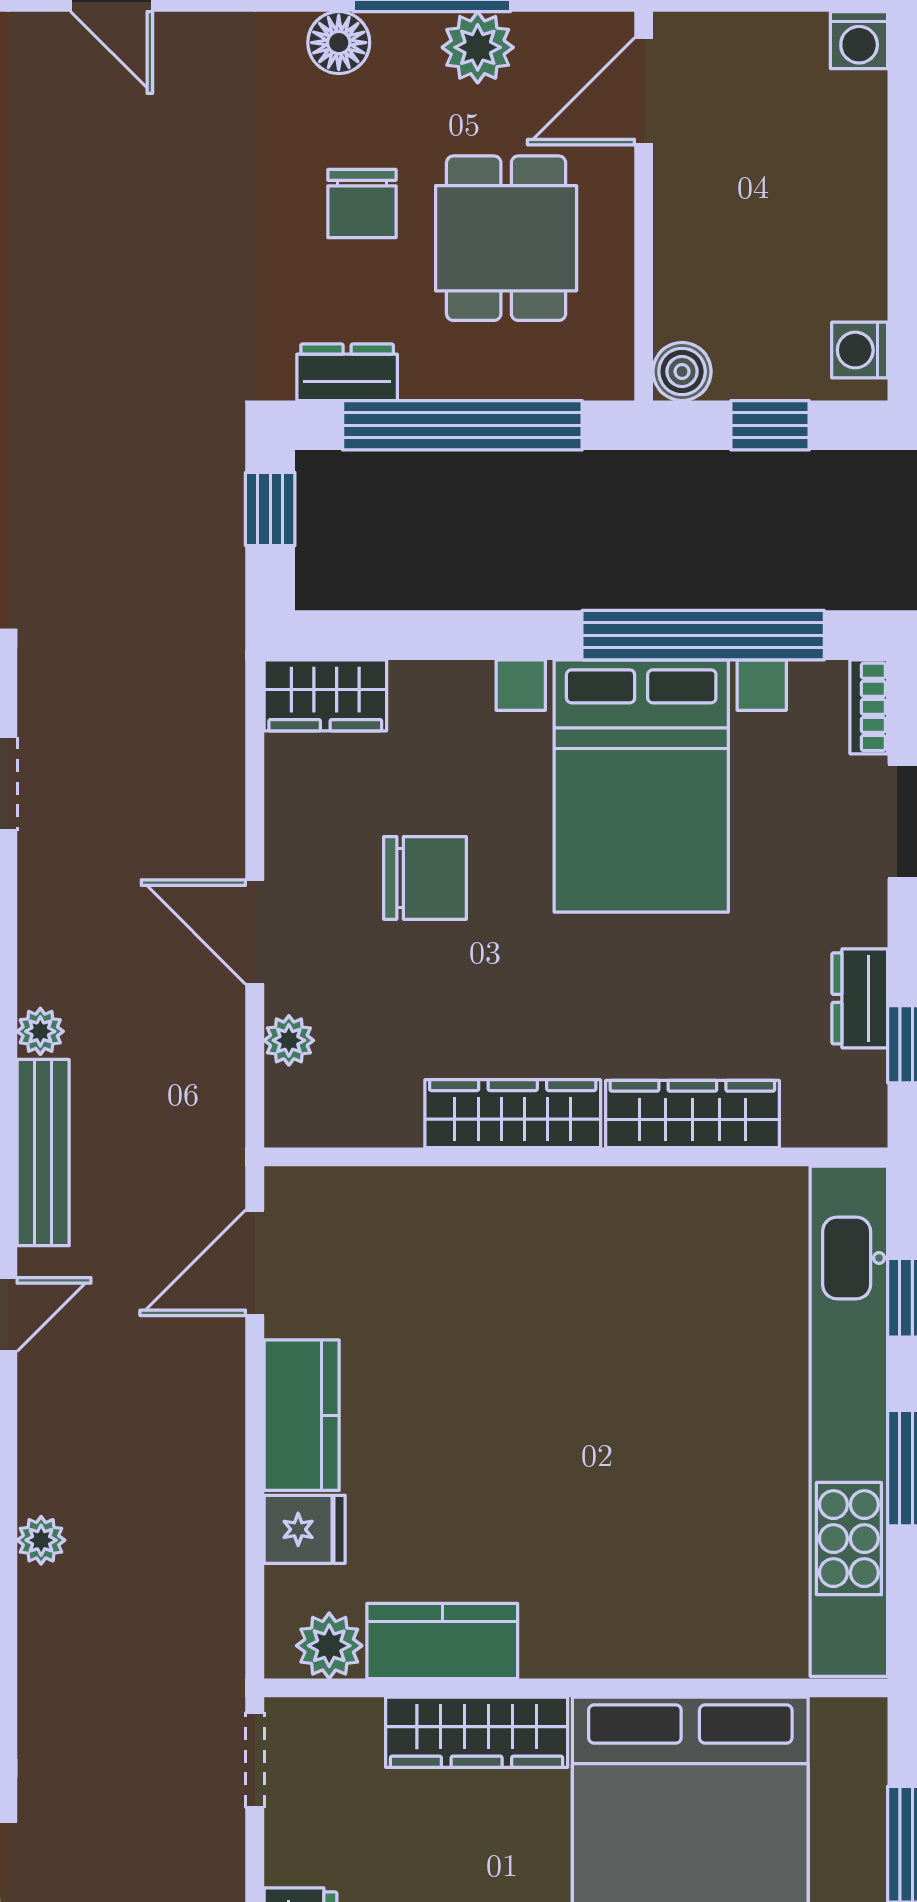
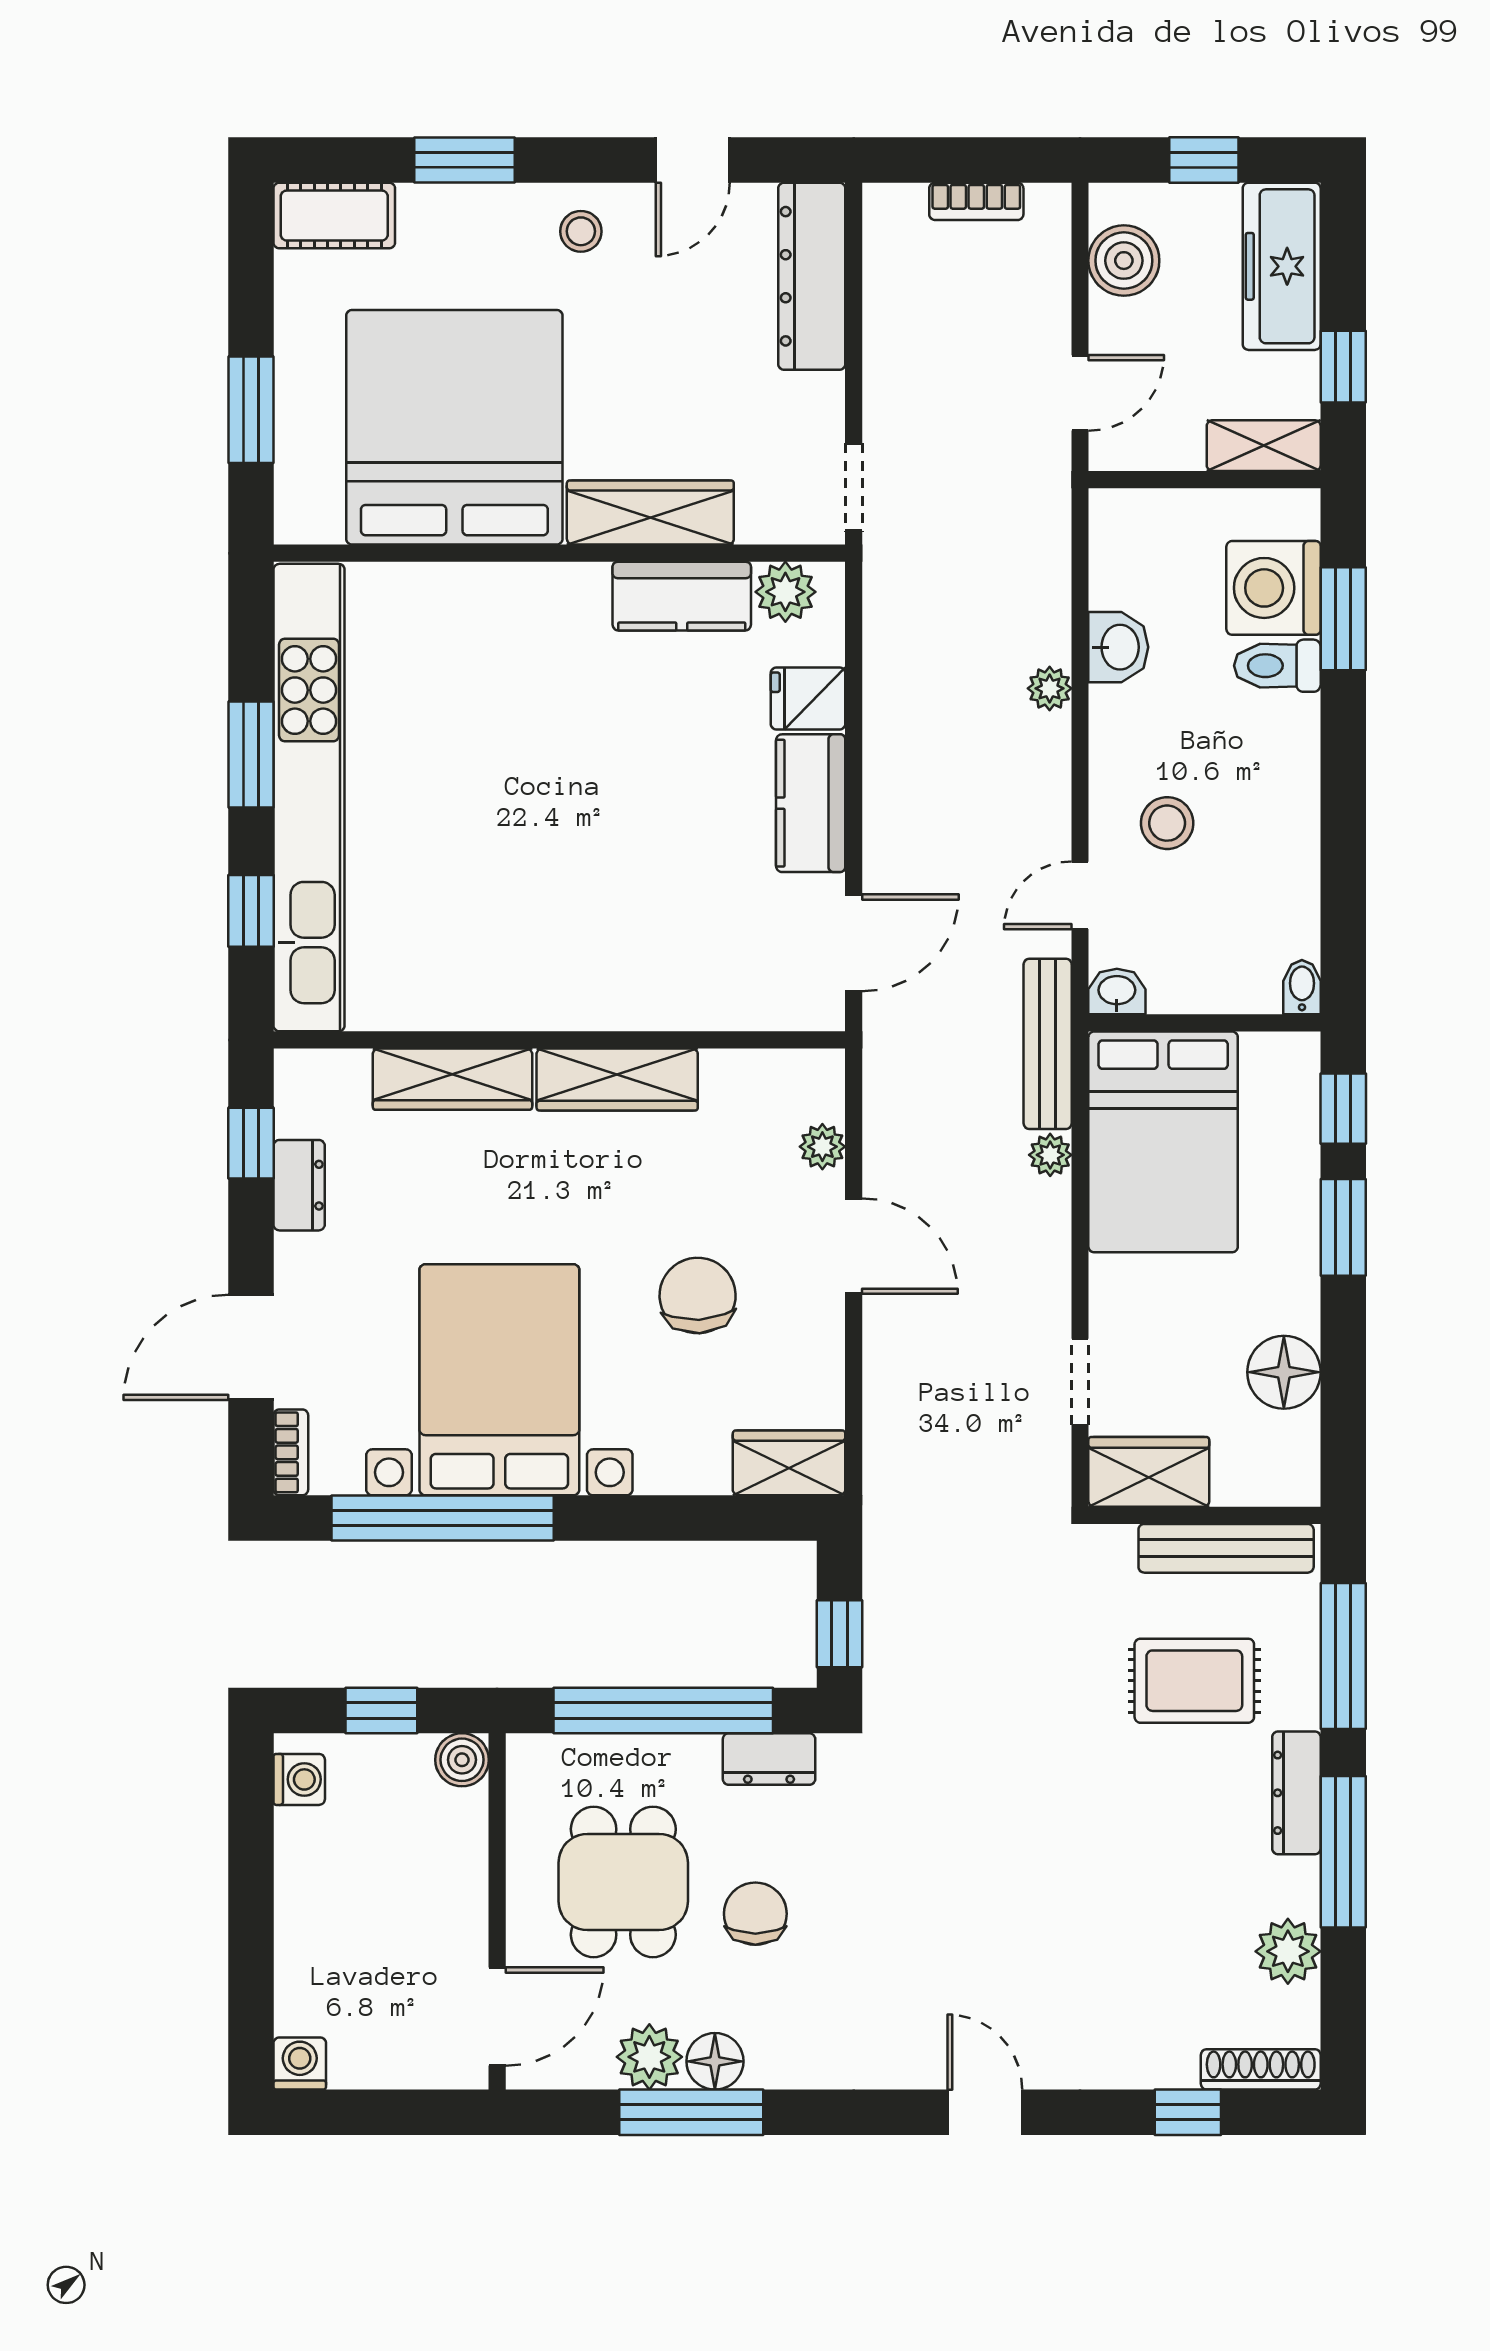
floor lamp: (339, 43) -> (715, 2061), moved
chair: (425, 878) -> (698, 1296), turned 87

